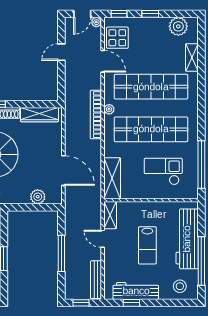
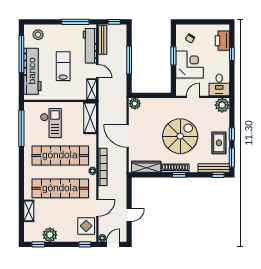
window: (150, 14) -> (38, 244), moved
plant: (178, 26) -> (50, 235), moved
door: (103, 61) -> (97, 208), swing flipped
door: (63, 170) -> (128, 136), moved
checkout: (163, 172) -> (51, 123), turned -90
plant: (38, 197) -> (135, 104), moved
workbench: (136, 291) -> (90, 46), moved, turned 90
window: (131, 303) -> (75, 22), width x2.17

